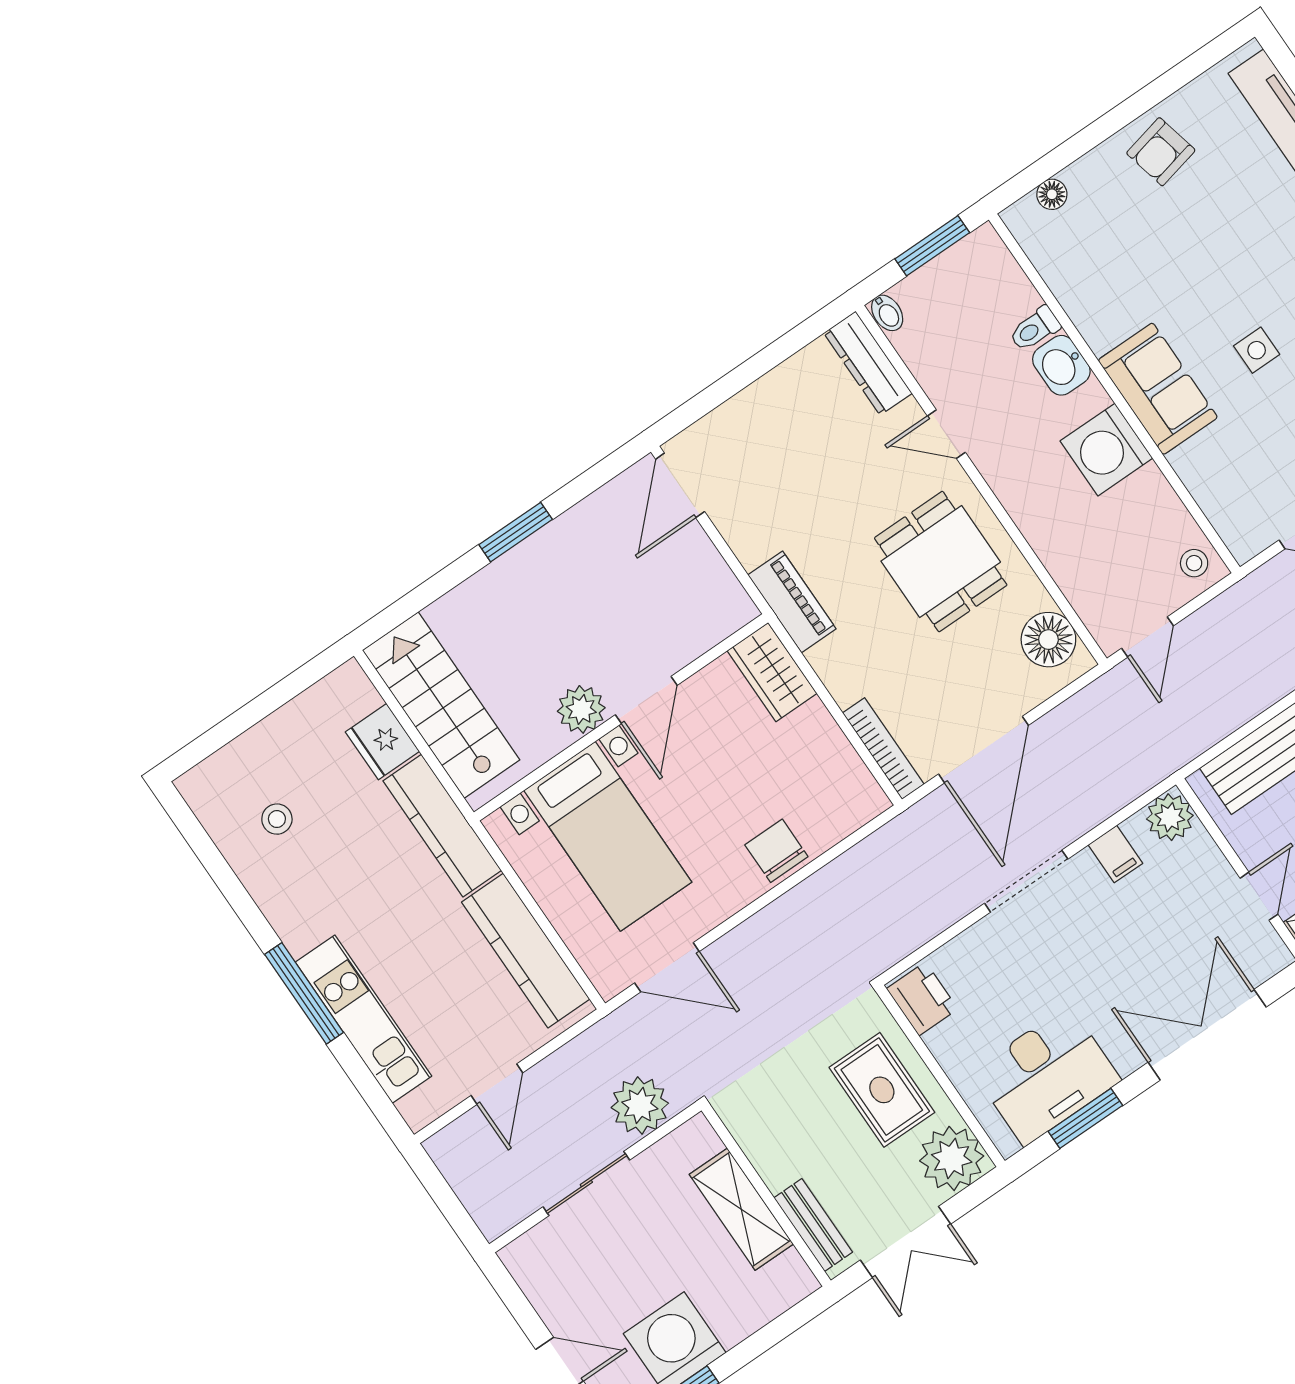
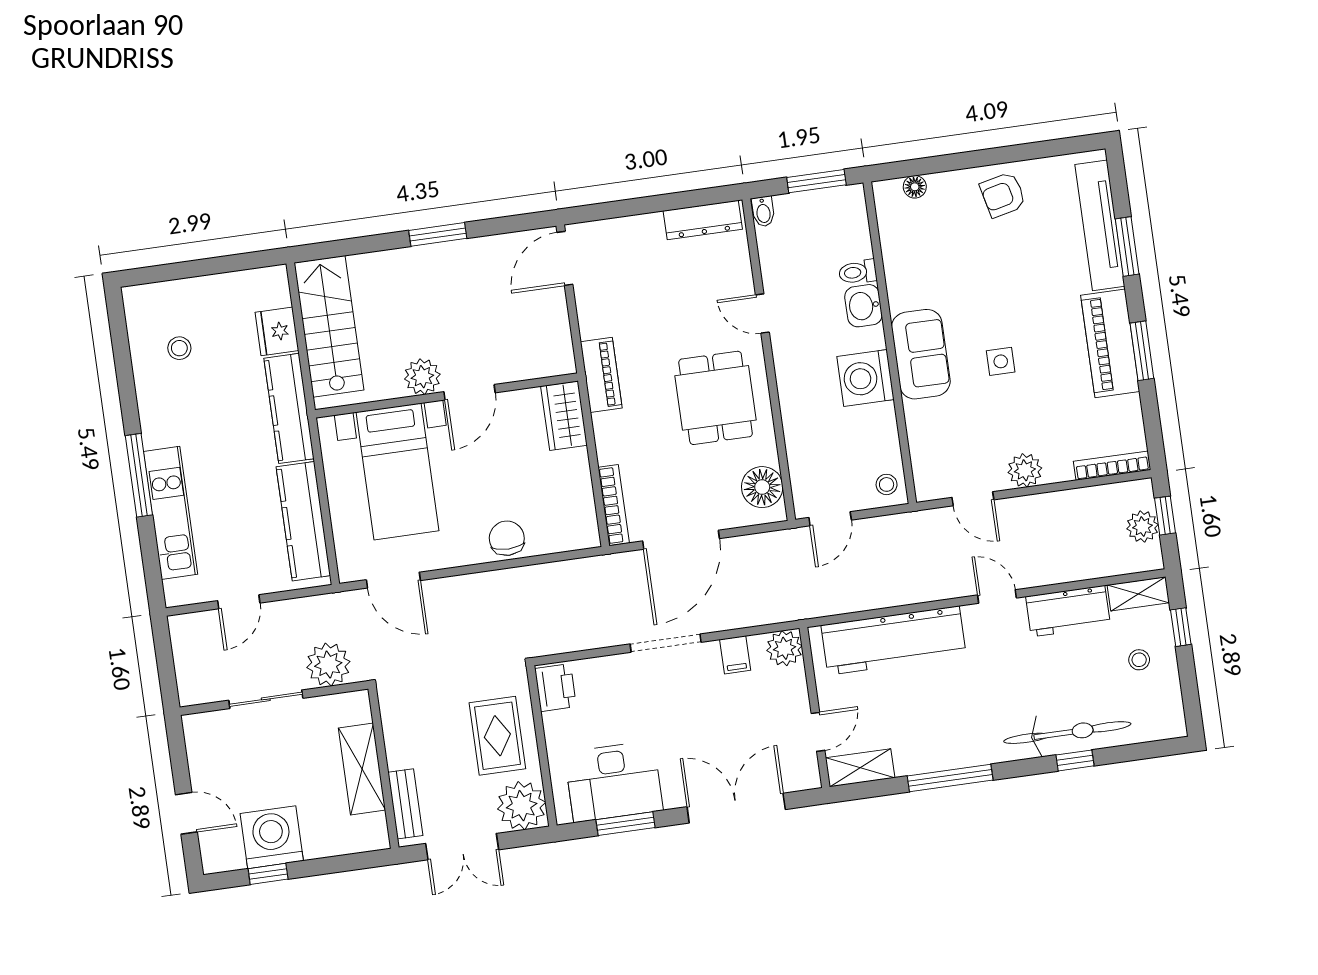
dresser: (868, 363) -> (703, 220), moved, turned -90

